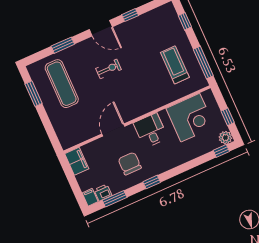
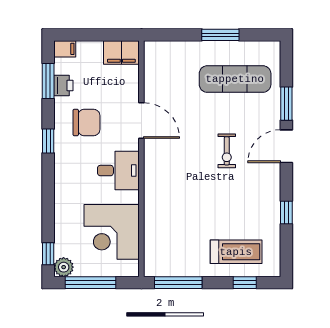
door: (101, 28) -> (286, 146), moved
treadmill: (175, 65) -> (236, 252), moved
window: (33, 94) -> (220, 35), moved
window: (228, 117) -> (91, 283), width x2.17
printer: (103, 193) -> (63, 86), moved

